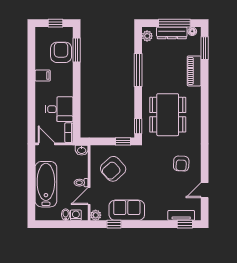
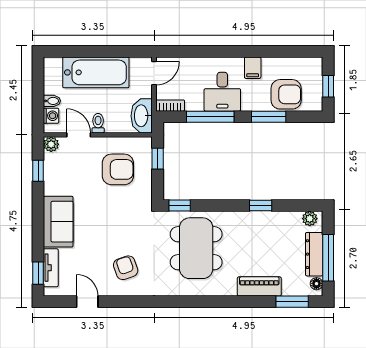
window: (77, 50) -> (269, 117), moved
window: (138, 70) -> (261, 206), width x0.46
window: (77, 105) -> (210, 117), added
desk: (59, 109) -> (222, 92), moved
dining table: (168, 115) -> (196, 248), turned 90
window: (123, 141) -> (158, 159), moved
washbasin: (82, 150) -> (142, 116), width x1.91, depth x1.45
armchair: (181, 164) -> (126, 268), turned 68
armchair: (113, 169) -> (118, 169), turned 132
sofa: (127, 210) -> (58, 222), moved

